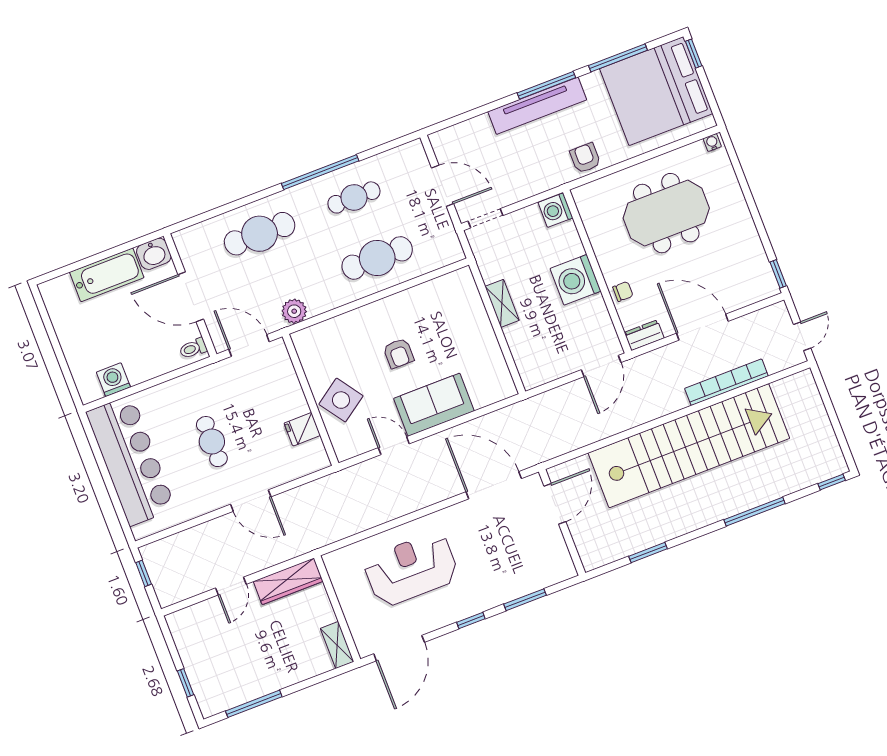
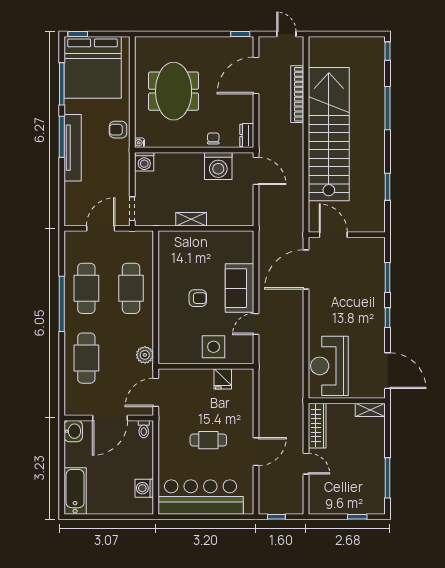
water cooler: (712, 143) -> (139, 143), moved
cafe table: (354, 197) -> (86, 288), width x1.37, depth x1.35
bathtub: (107, 275) -> (75, 491), moved
washing machine: (575, 280) -> (218, 166), moved
door: (702, 327) -> (256, 75), moved
side table: (341, 400) -> (214, 347), turned 35
door: (251, 501) -> (256, 452), moved
reception desk: (411, 569) -> (329, 366), moved

